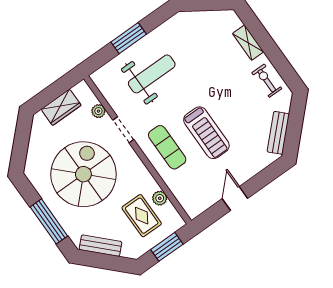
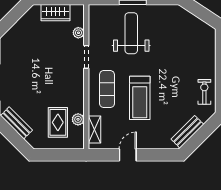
shelving: (248, 43) -> (94, 130), moved
weight bench: (152, 74) -> (131, 33), turned -90
spiral stairs: (83, 174) -> (39, 67), removed
window: (167, 247) -> (60, 155), removed

